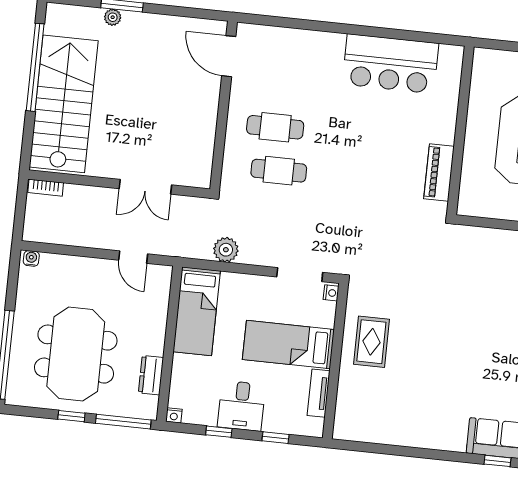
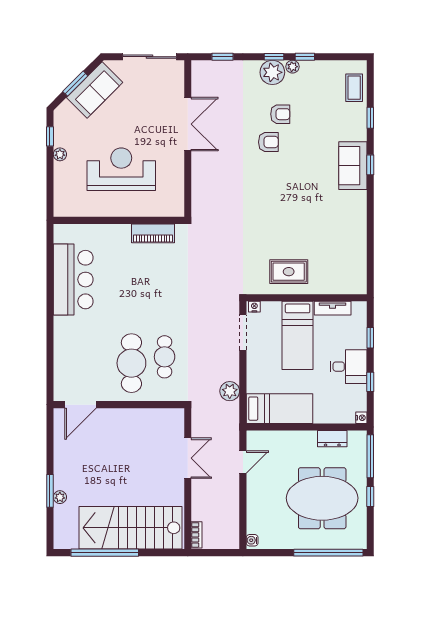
cafe table: (275, 127) -> (131, 363), width x1.37, depth x1.35

